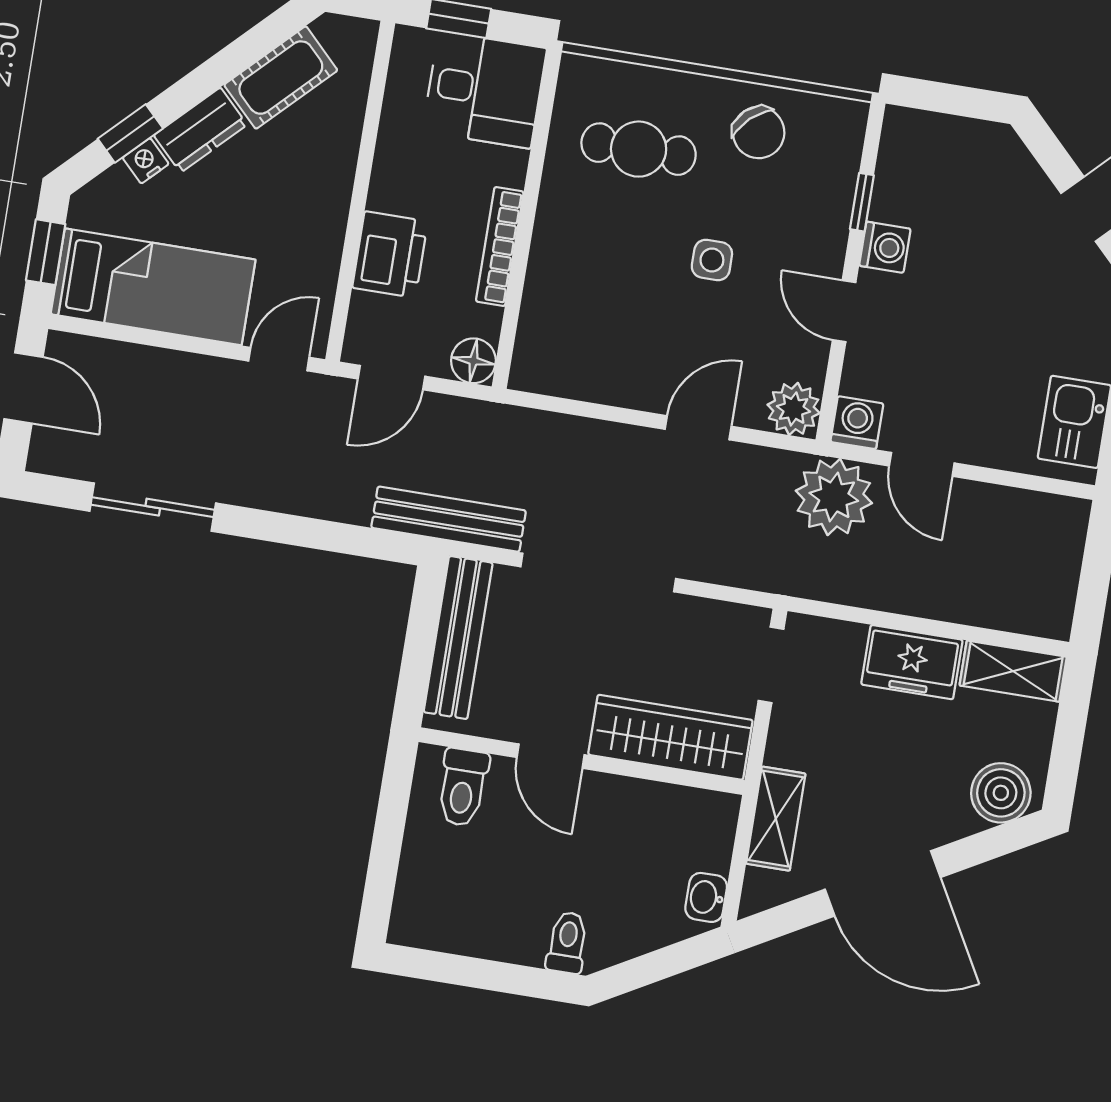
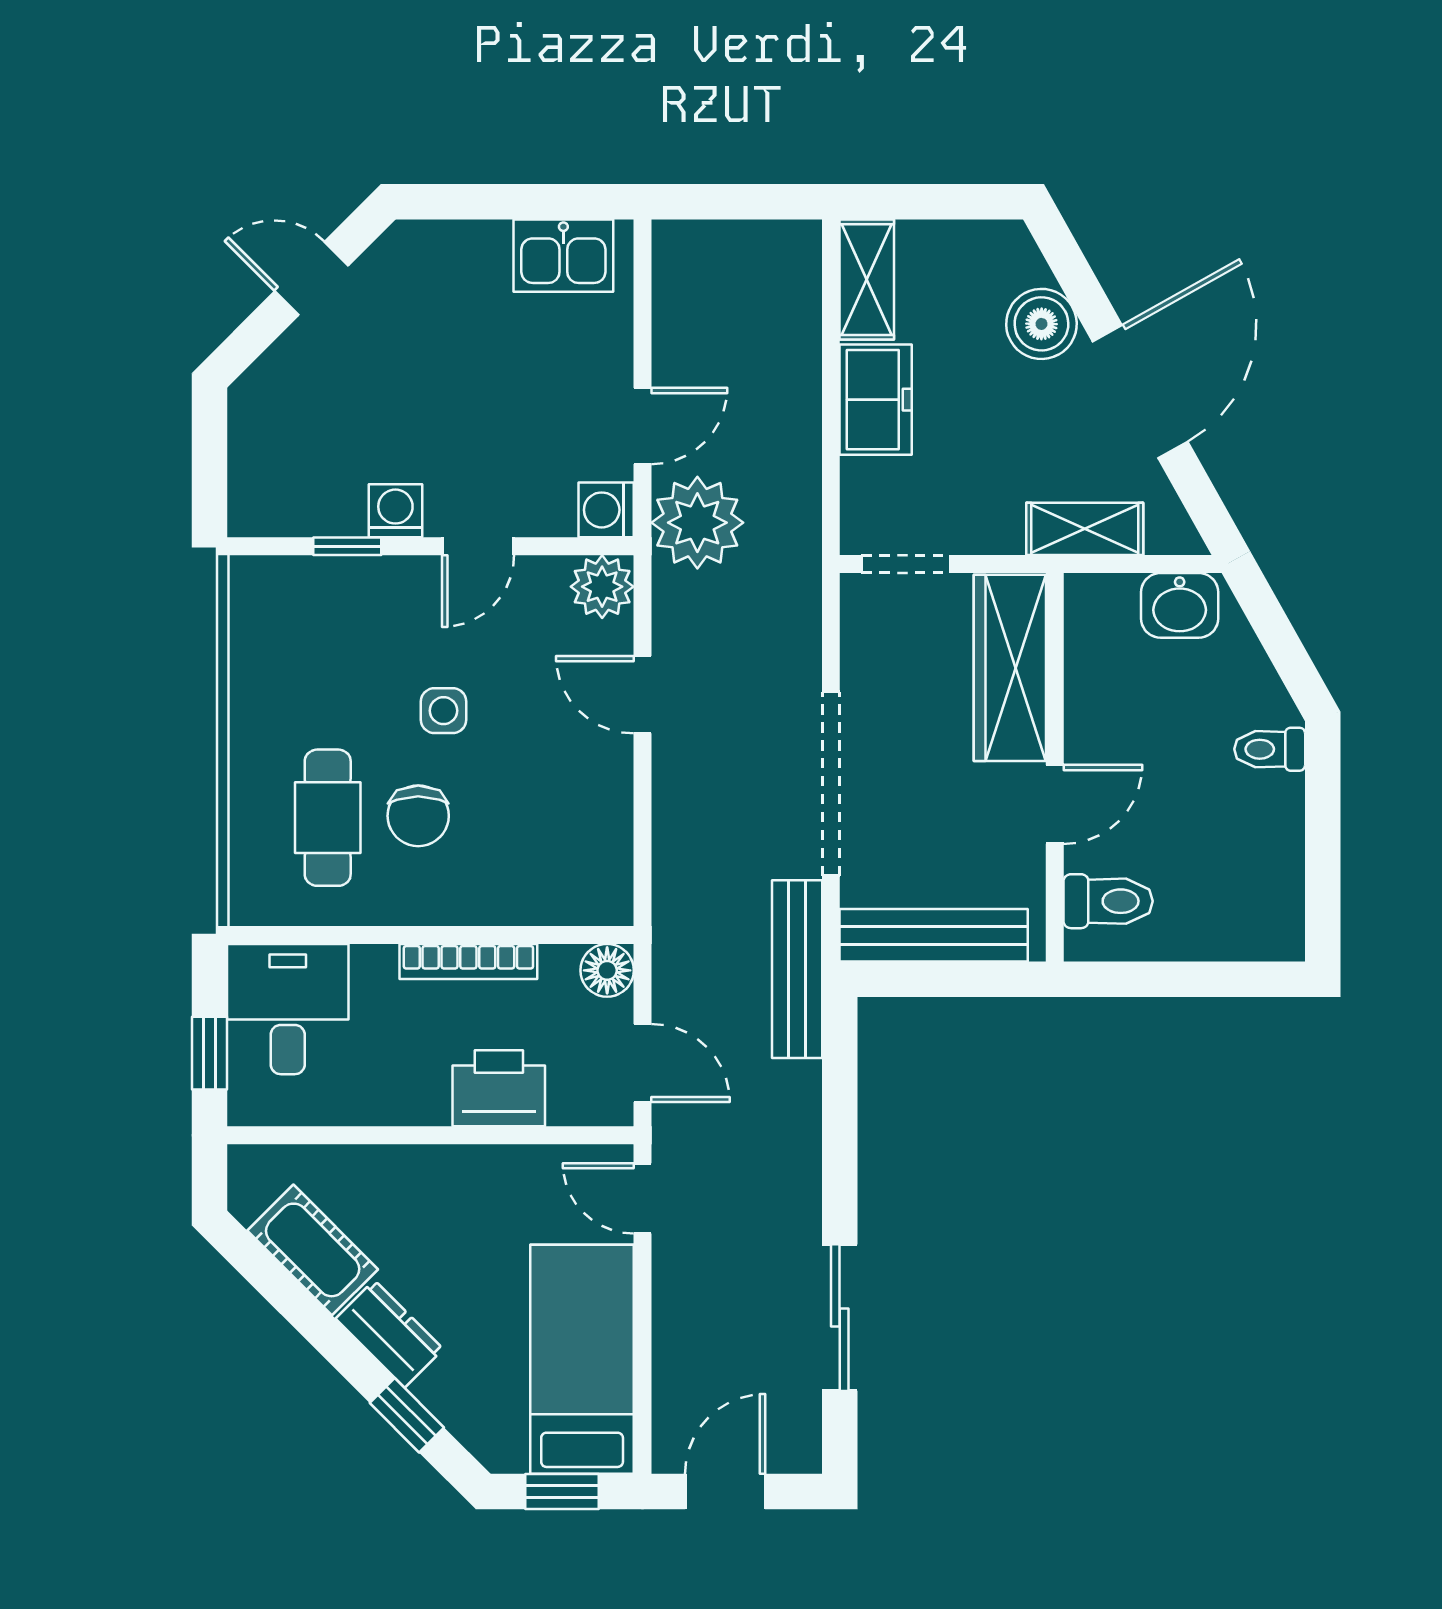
chair: (759, 132) -> (418, 816), moved, turned 133
nightstand: (146, 161) -> (436, 1392), removed
boiler: (1001, 793) -> (1041, 324), moved
washbasin: (706, 897) -> (1180, 605), width x1.38, depth x1.45

